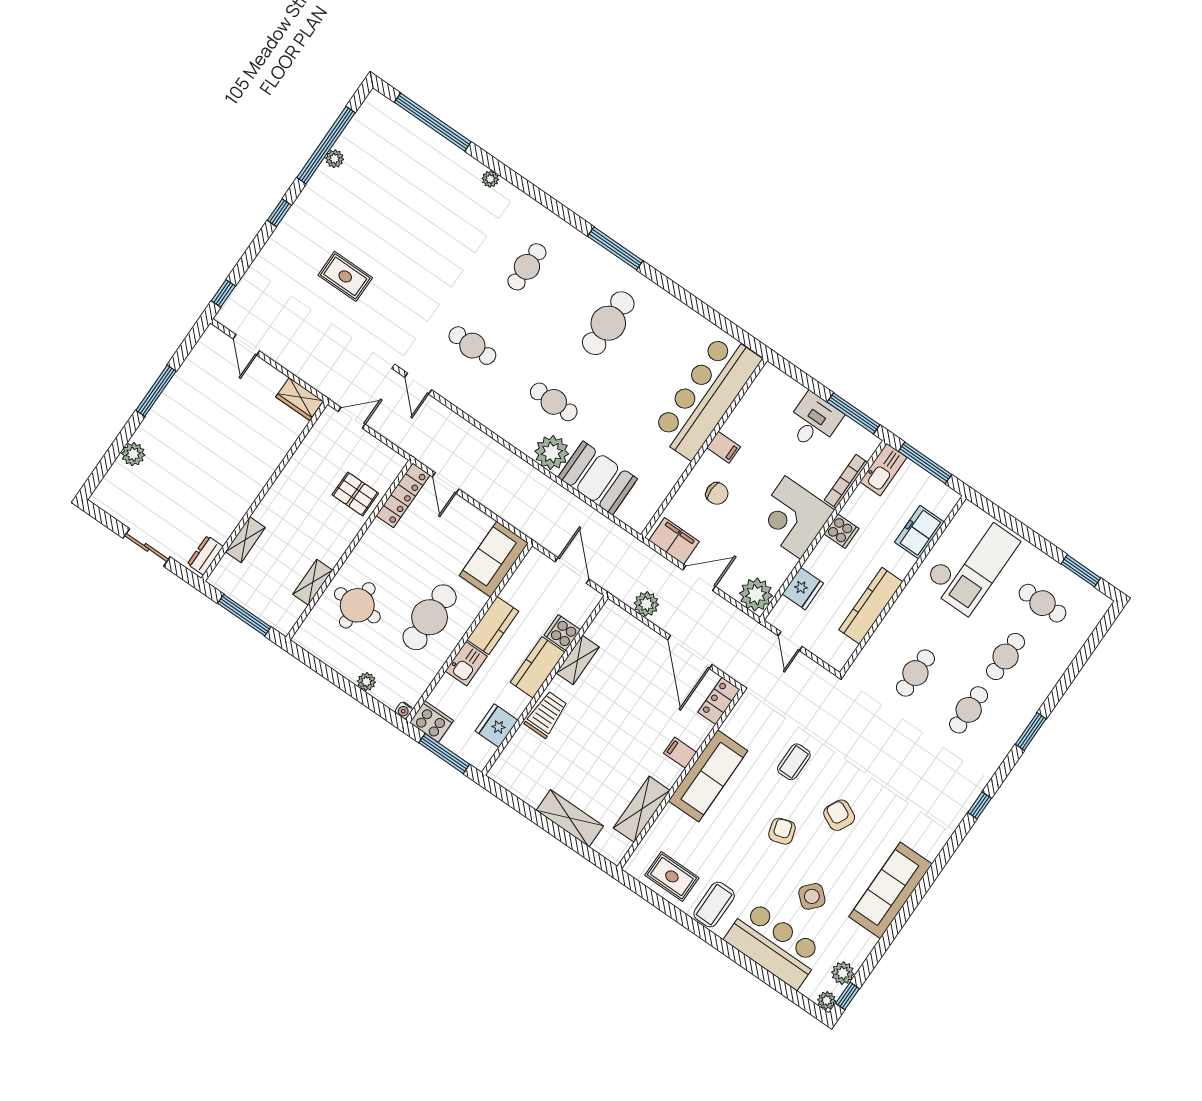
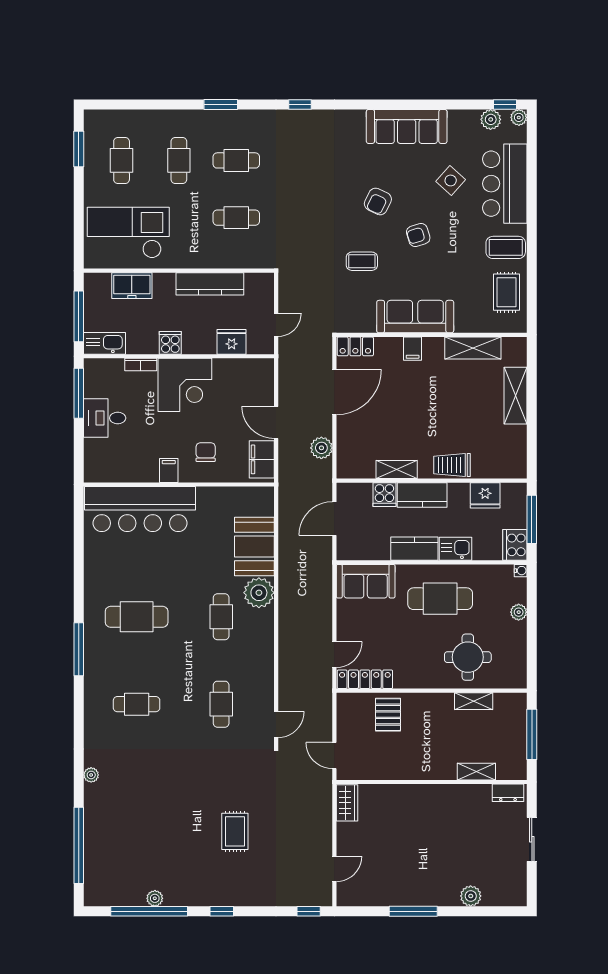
bookcase: (846, 481) -> (141, 365), width x0.64
plant: (756, 595) -> (259, 373), removed
cafe table: (1006, 656) -> (179, 160), turned 90

